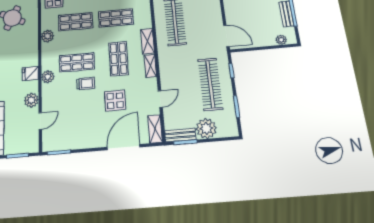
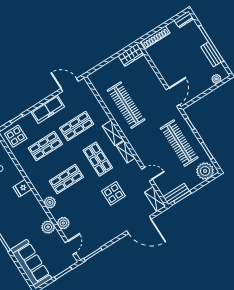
plant: (47, 36) -> (63, 223), moved
door: (226, 36) -> (173, 97), hinge flipped
fridge: (30, 74) -> (22, 188), moved
trolley: (86, 84) -> (83, 192), removed
door: (160, 99) -> (147, 174), hinge flipped
door: (40, 121) -> (70, 248), moved
plant: (206, 128) -> (205, 171), moved
door: (124, 147) -> (139, 225), swing flipped

